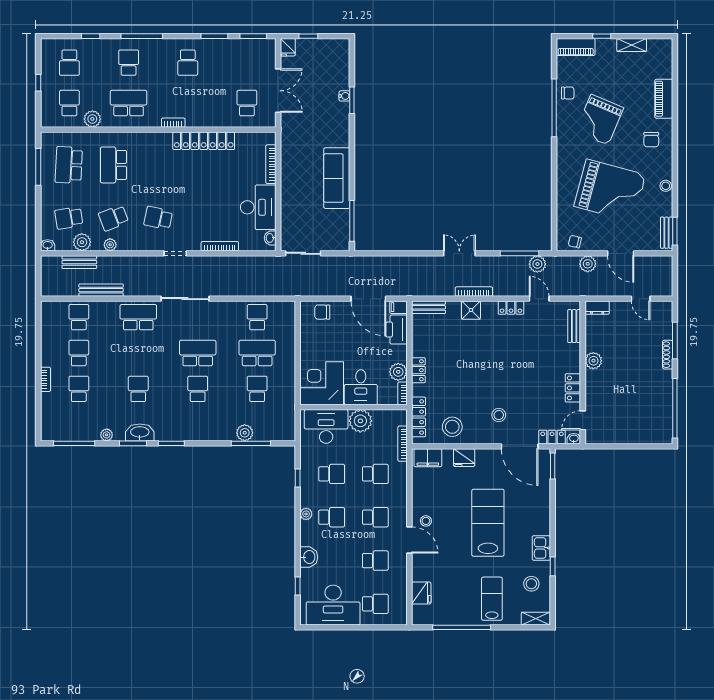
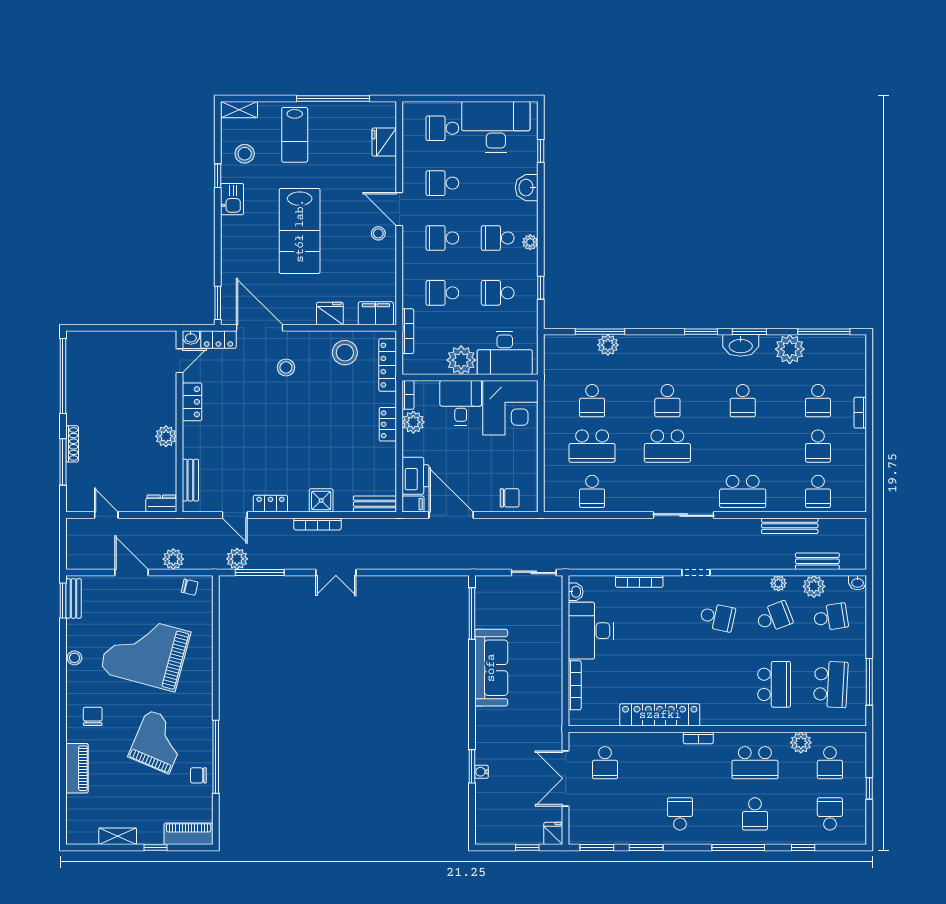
plant: (107, 435) -> (790, 349), width x1.88, depth x1.88

